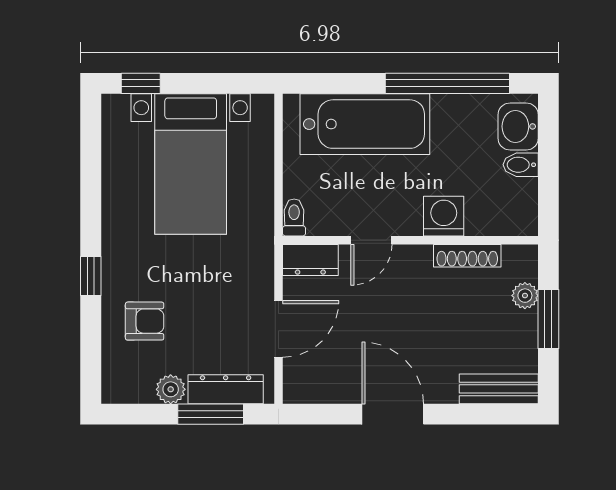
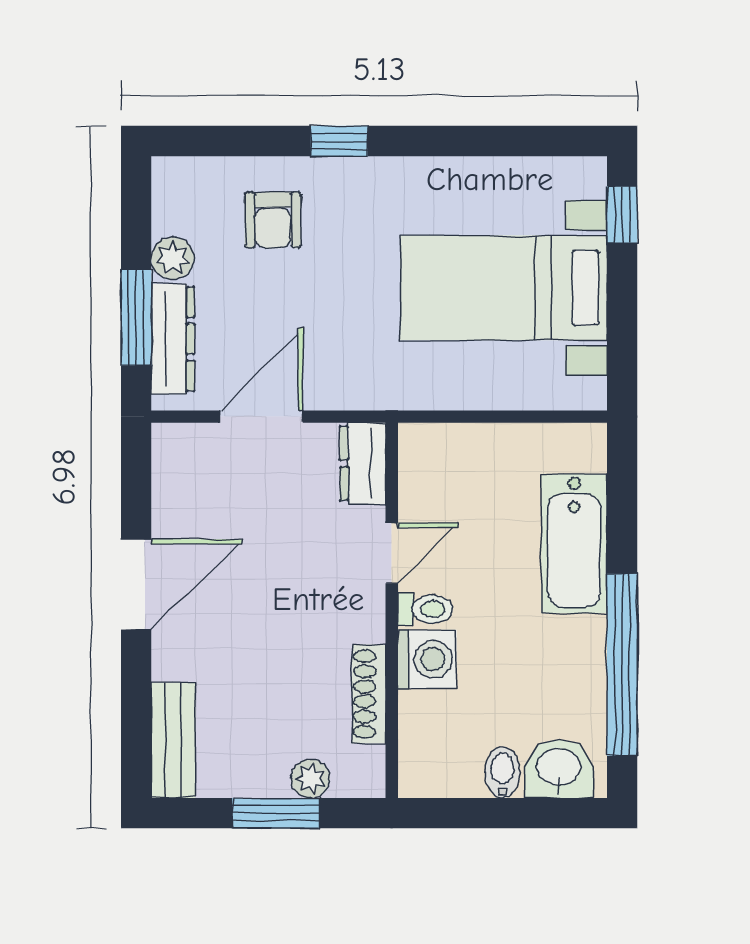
bathtub: (365, 124) -> (574, 543), width x0.73, depth x0.73
toilet: (294, 217) -> (425, 609), moved
door: (371, 240) -> (392, 553), swing flipped
door: (278, 329) -> (262, 417), swing flipped

